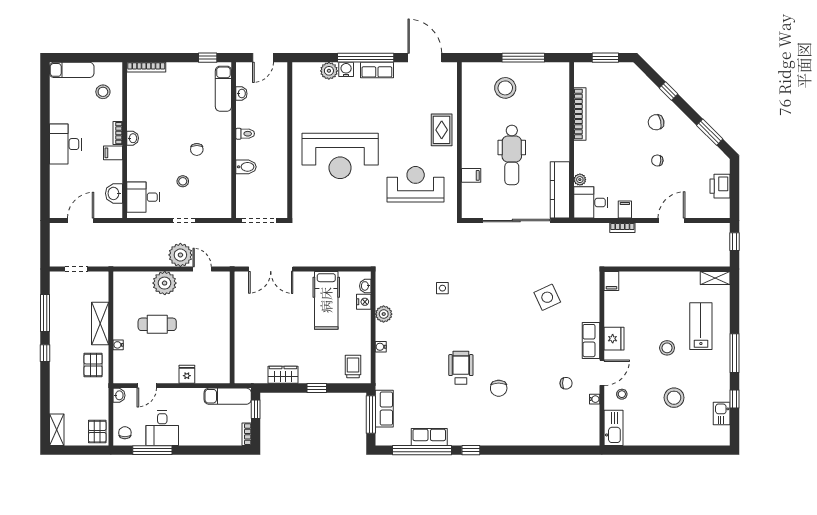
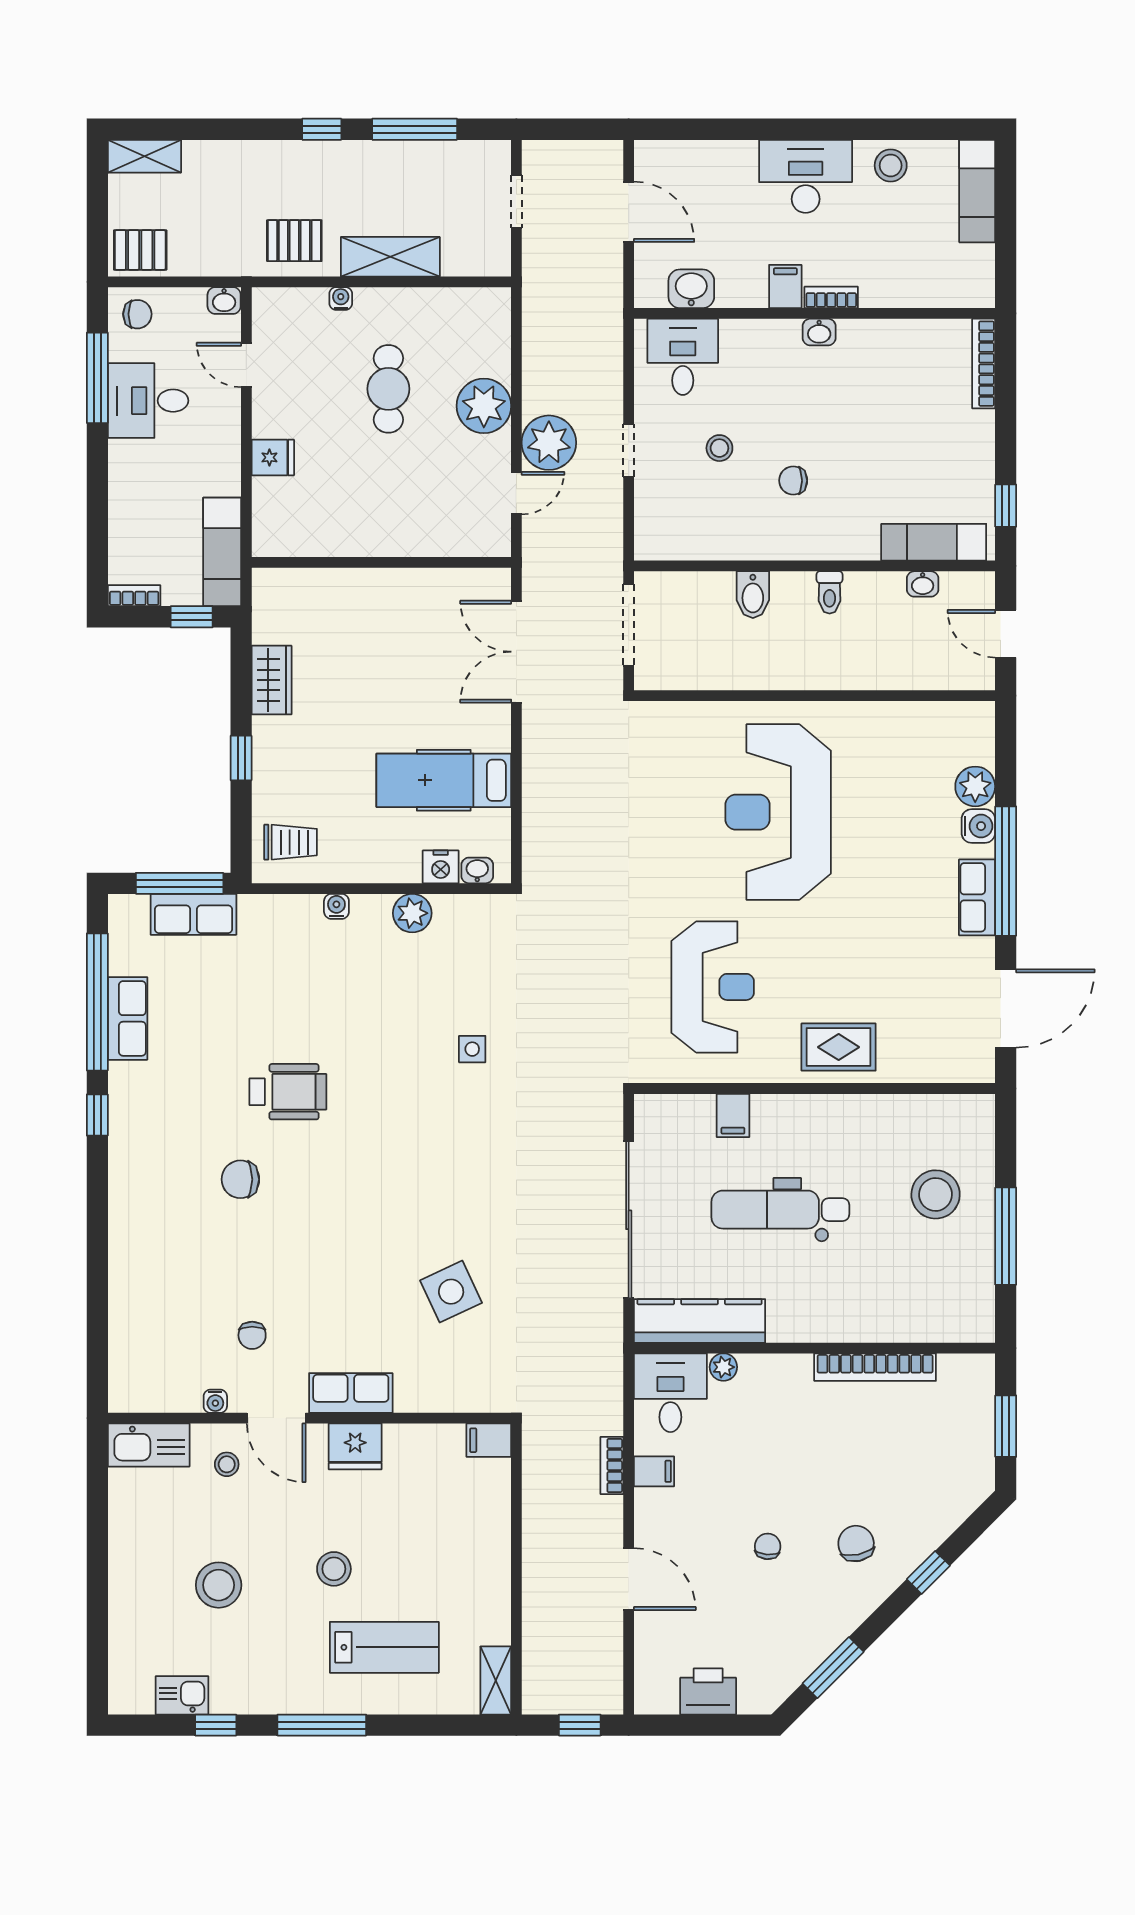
stool: (103, 92) -> (891, 165), moved

